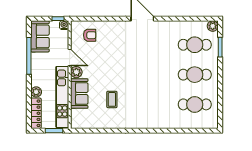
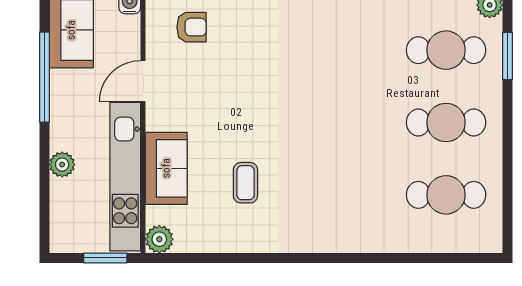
door: (70, 57) -> (143, 81), swing flipped
plant: (76, 72) -> (159, 239), moved
locker: (36, 113) -> (62, 216), removed

